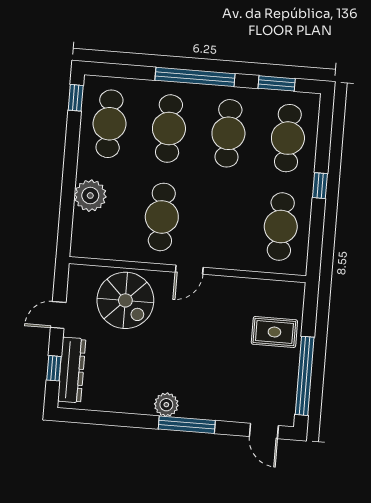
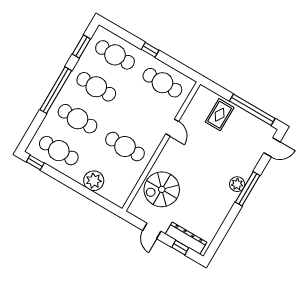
door: (189, 270) -> (172, 128), moved
spiral stairs: (125, 300) -> (162, 189), turned 180
plant: (166, 405) -> (237, 184), moved

